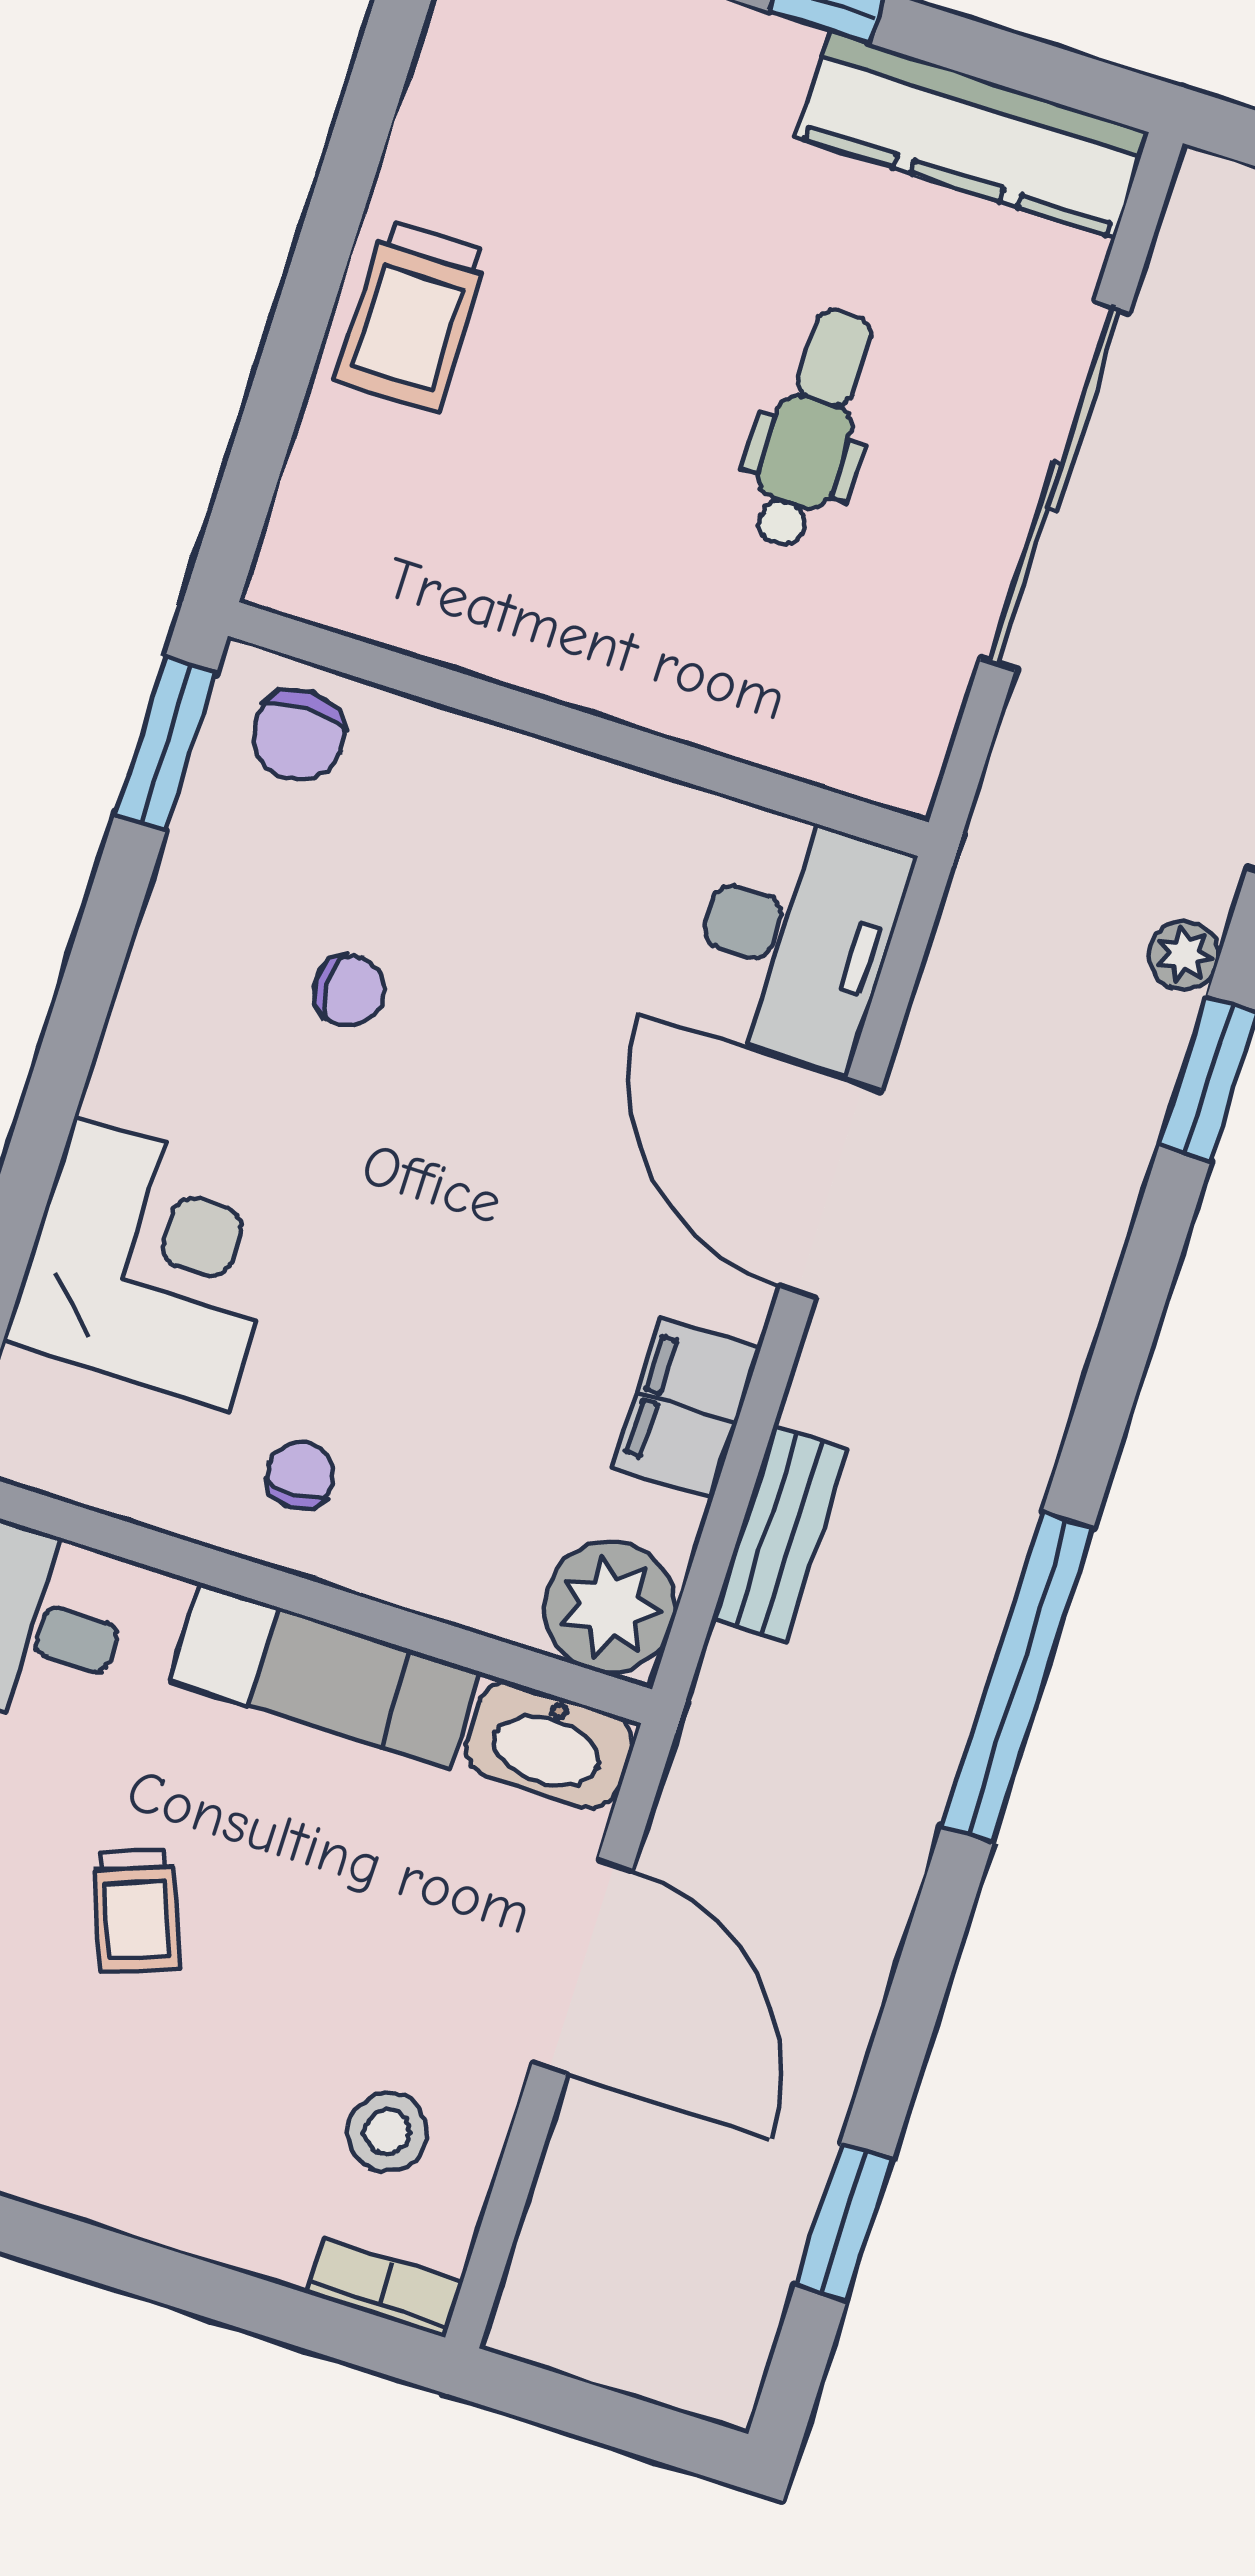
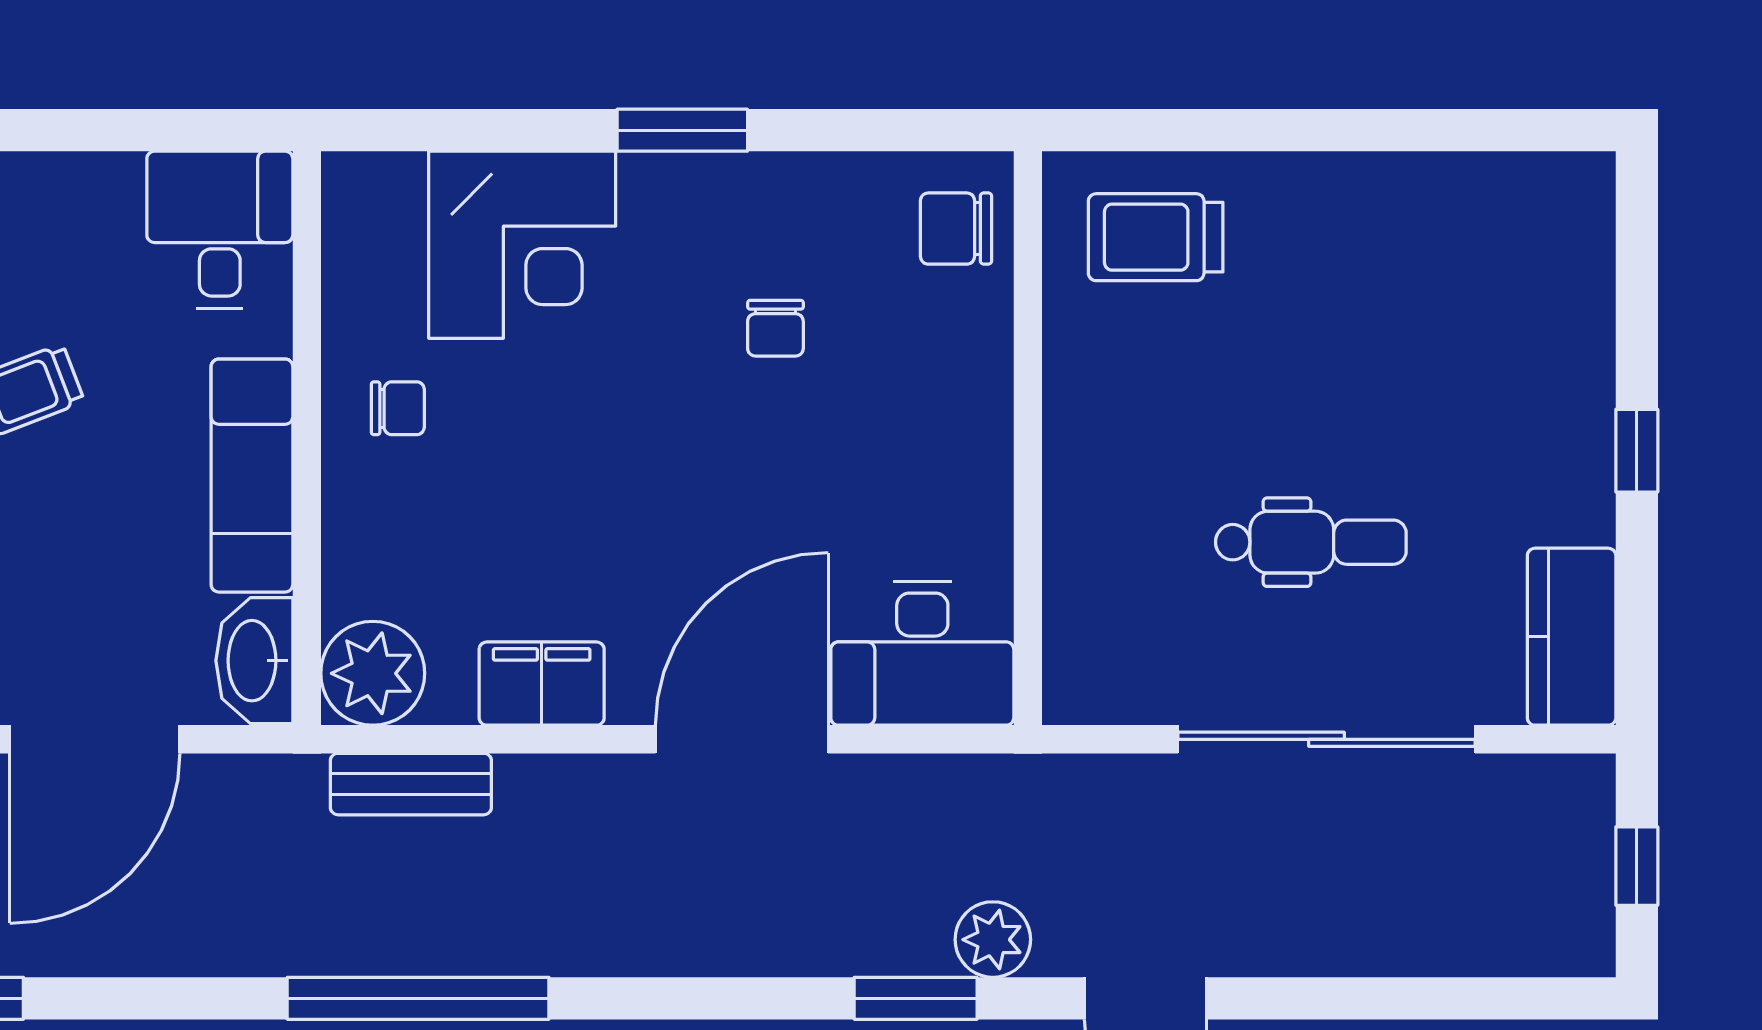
kitchen counter: (972, 135) -> (1572, 637), width x0.67
trolley: (411, 316) -> (1156, 237), moved
window: (166, 743) -> (682, 130), moved
plant: (1184, 955) -> (993, 940), width x1.38, depth x1.38
bench: (780, 1534) -> (411, 784), moved

